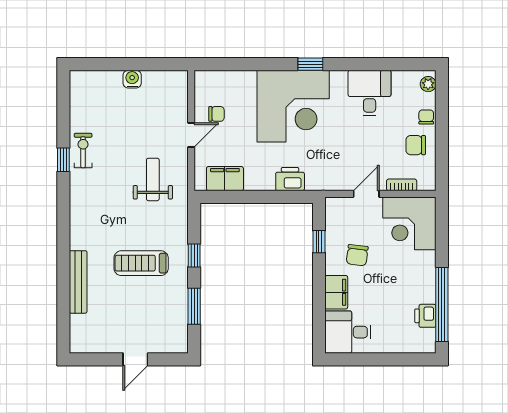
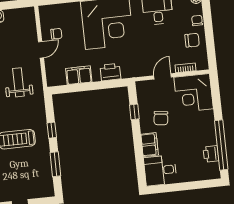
chair: (416, 145) -> (192, 40), turned 180
filing cabinet: (225, 179) -> (79, 75), moved

